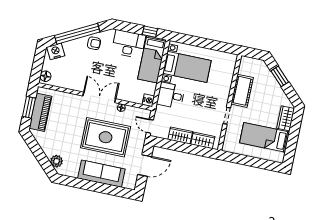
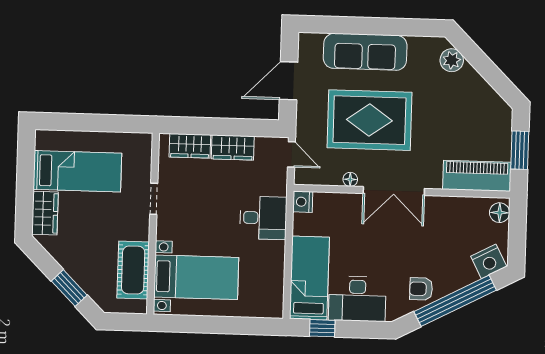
bed with nightstands: (187, 67) -> (196, 277), moved, turned 180
cot: (242, 91) -> (133, 270), moved
piano: (40, 112) -> (477, 176), moved, turned 90

